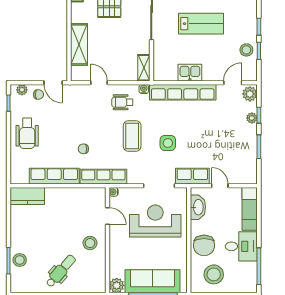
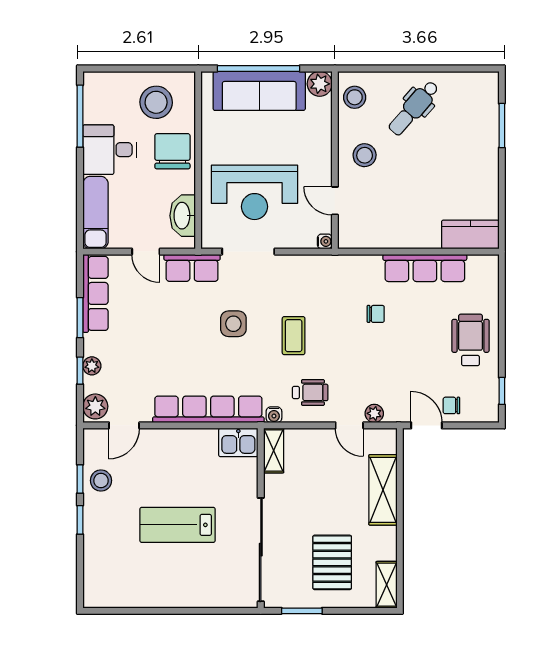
kitchen sink: (190, 73) -> (238, 442), moved
plant: (22, 90) -> (374, 413), moved
coffee table: (132, 136) -> (294, 336), width x0.73, depth x0.77
row of seats: (103, 177) -> (95, 293), moved, turned -90
stool: (20, 260) -> (355, 97), moved

